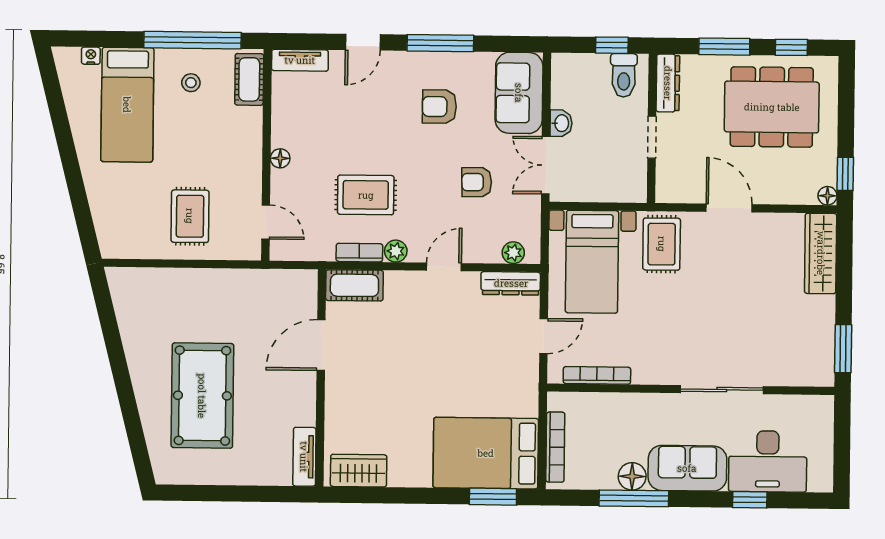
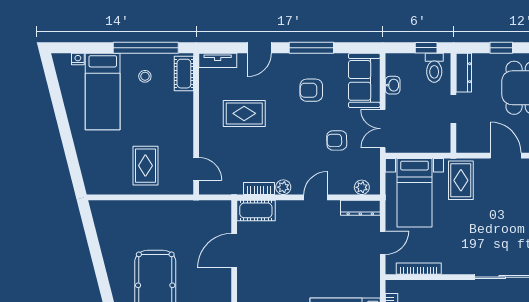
window: (724, 47) -> (501, 48), width x0.67
washbasin: (561, 123) -> (393, 85), moved
floor lamp: (280, 158) -> (205, 126), removed
rug: (366, 195) -> (244, 113), moved

